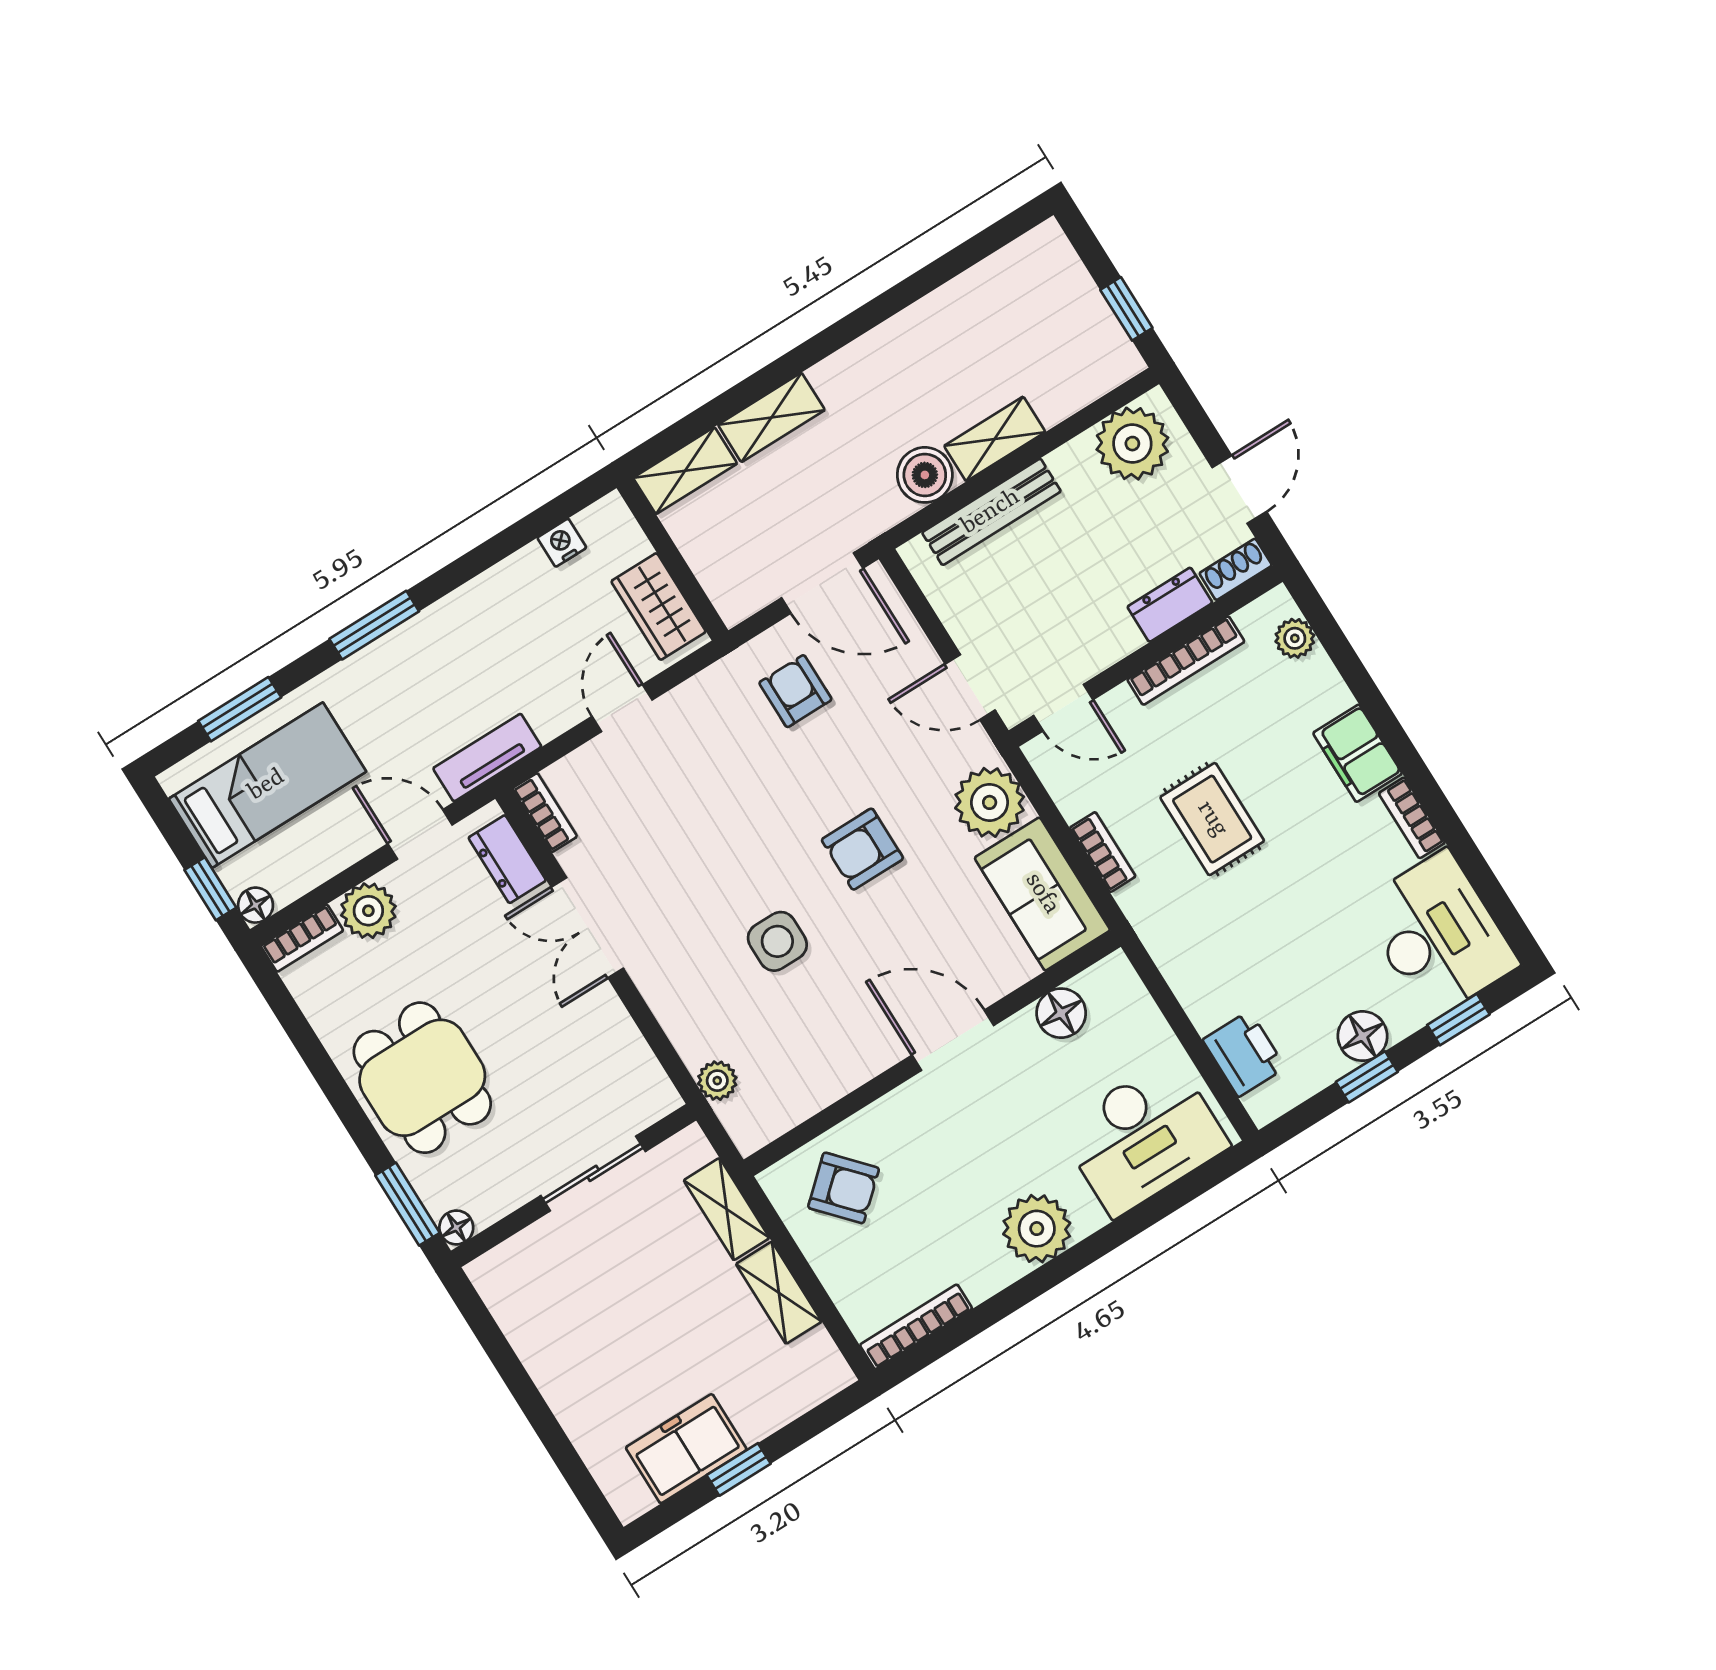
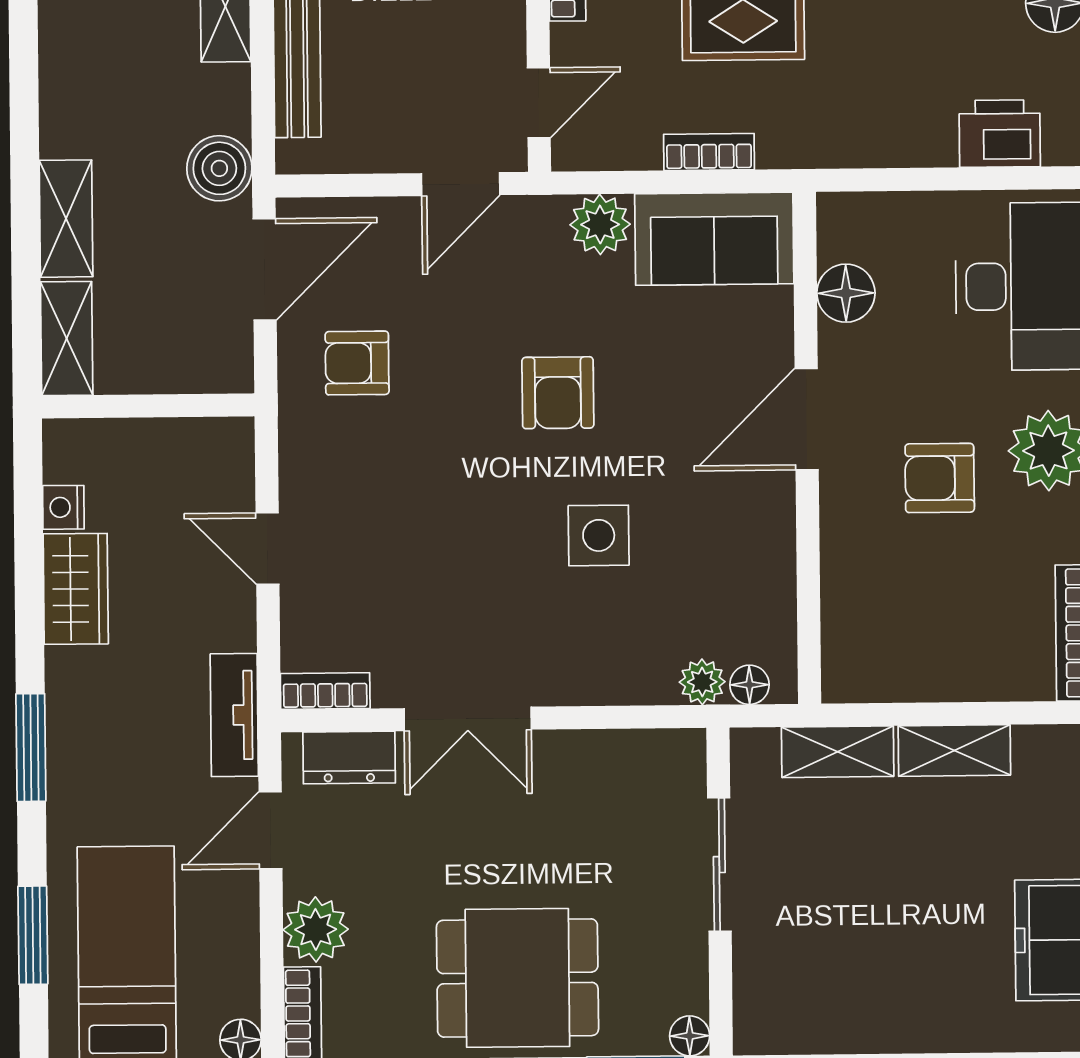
boiler: (925, 475) -> (219, 168), moved
wardrobe: (658, 606) -> (76, 589), moved, turned -90
plant: (990, 802) -> (600, 224), width x0.73, depth x0.73
floor lamp: (736, 1116) -> (749, 685), added
armchair: (844, 1188) -> (940, 478), moved, turned -138

